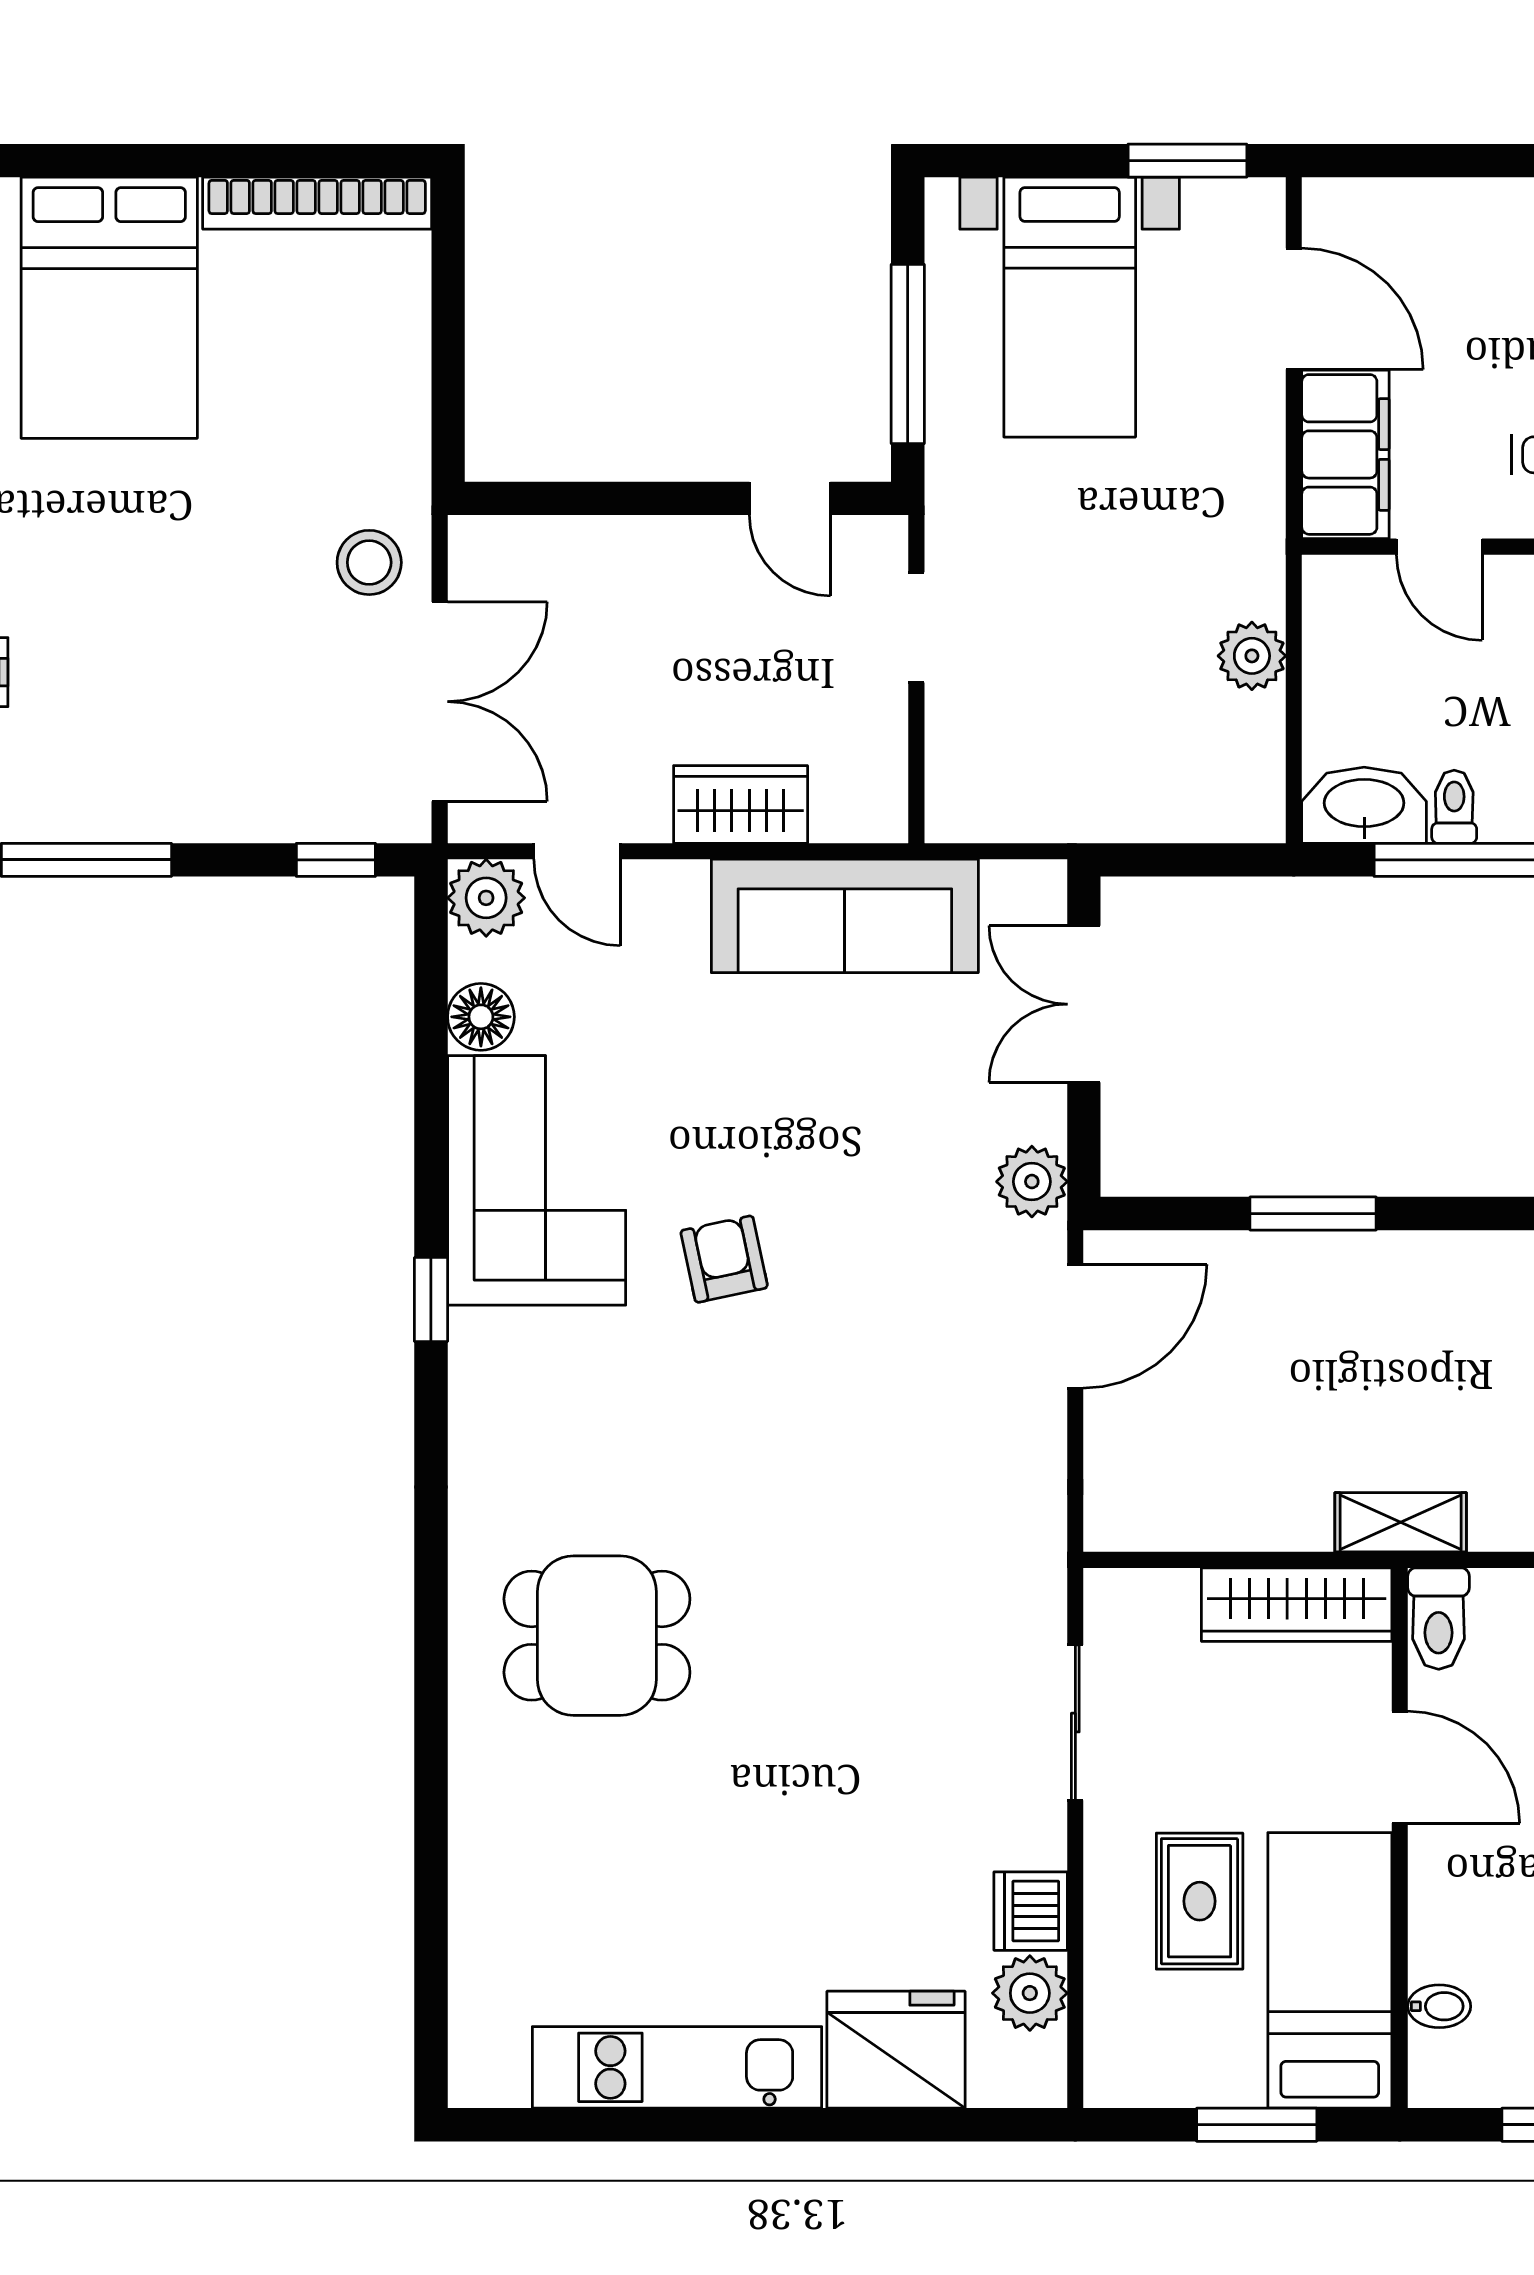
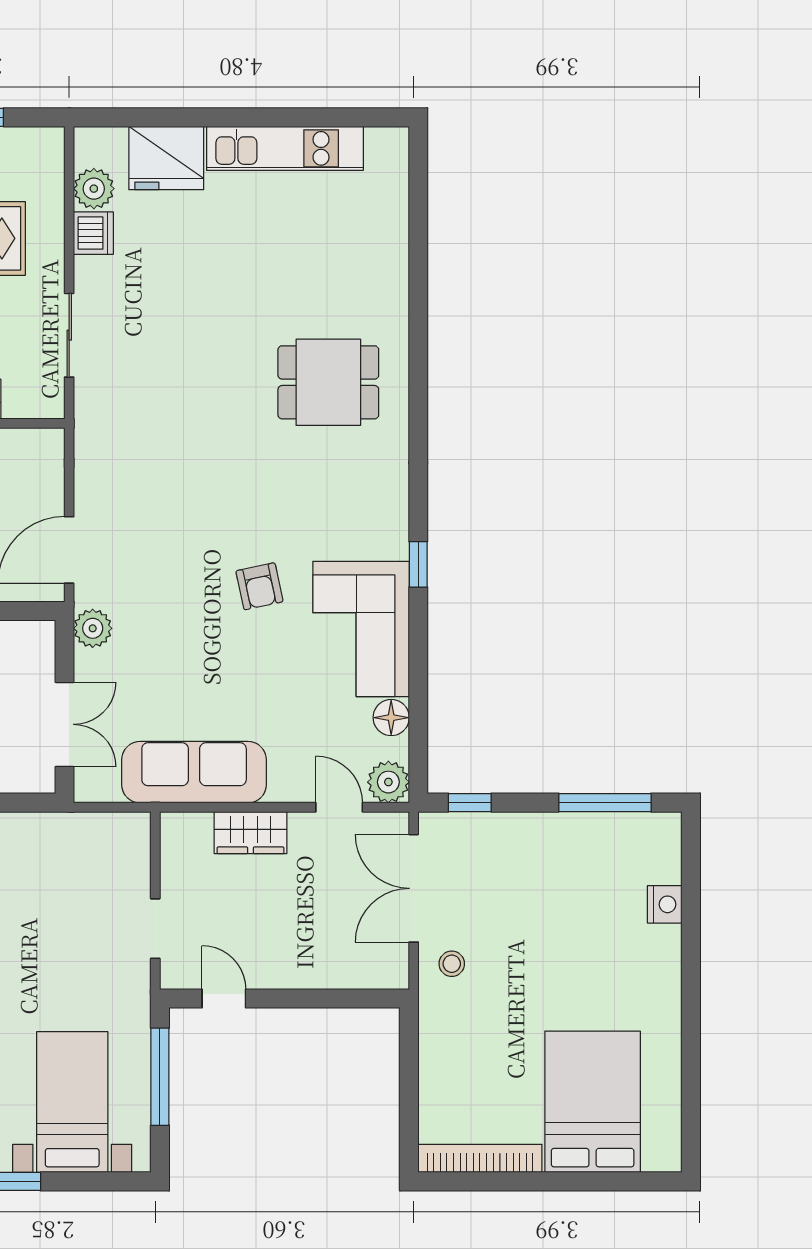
stool: (369, 562) -> (452, 964), width x0.73, depth x0.73

